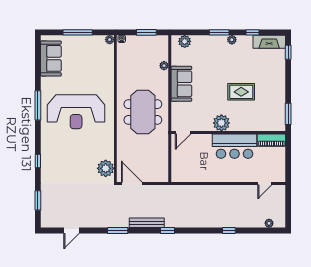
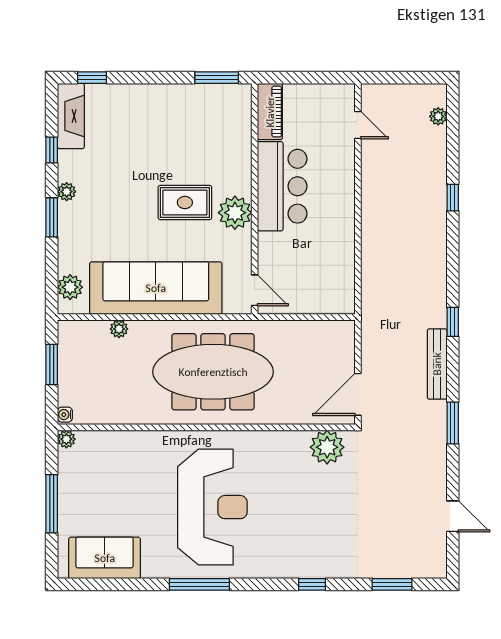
sofa: (181, 84) -> (156, 288), width x1.85, depth x1.27
rug: (241, 92) -> (185, 203), moved, turned 90
meeting table: (143, 112) -> (213, 372), width x1.36

